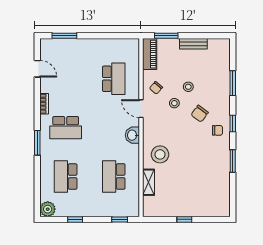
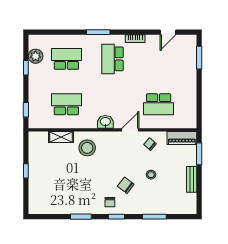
stool: (174, 103) -> (136, 161), removed
plant: (48, 209) -> (36, 56), moved

